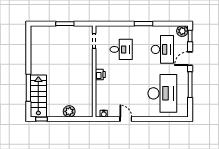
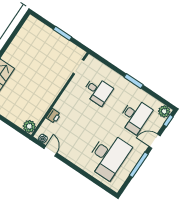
printer: (100, 74) -> (53, 116), moved
plant: (69, 111) -> (29, 126), moved
door: (126, 119) -> (50, 151), moved

